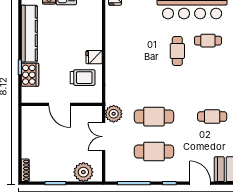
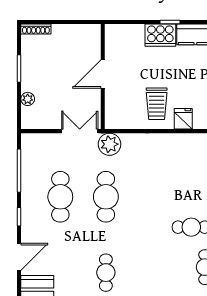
door: (60, 104) -> (103, 74), moved
wall: (62, 104) -> (103, 77), moved
plant: (83, 172) -> (28, 99), width x0.53, depth x0.53

